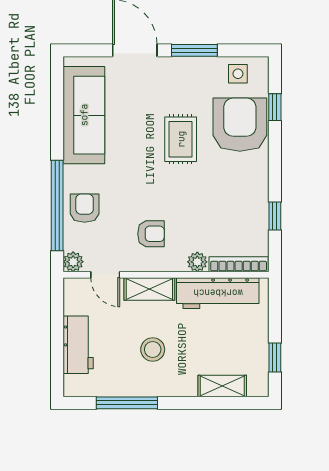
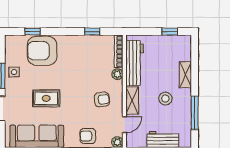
side table: (238, 74) -> (14, 72), moved
rug: (181, 139) -> (46, 98), moved
armchair: (151, 234) -> (102, 99), turned 84
shelving: (222, 386) -> (185, 75), moved

